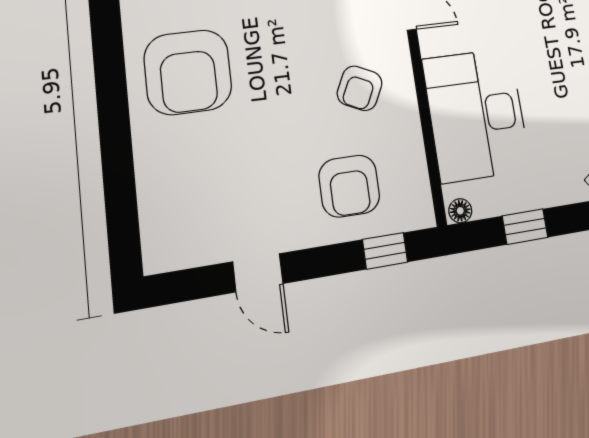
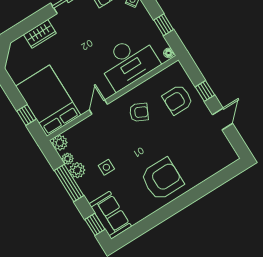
armchair: (349, 186) -> (178, 100), turned 180
window: (385, 251) -> (205, 91), moved

